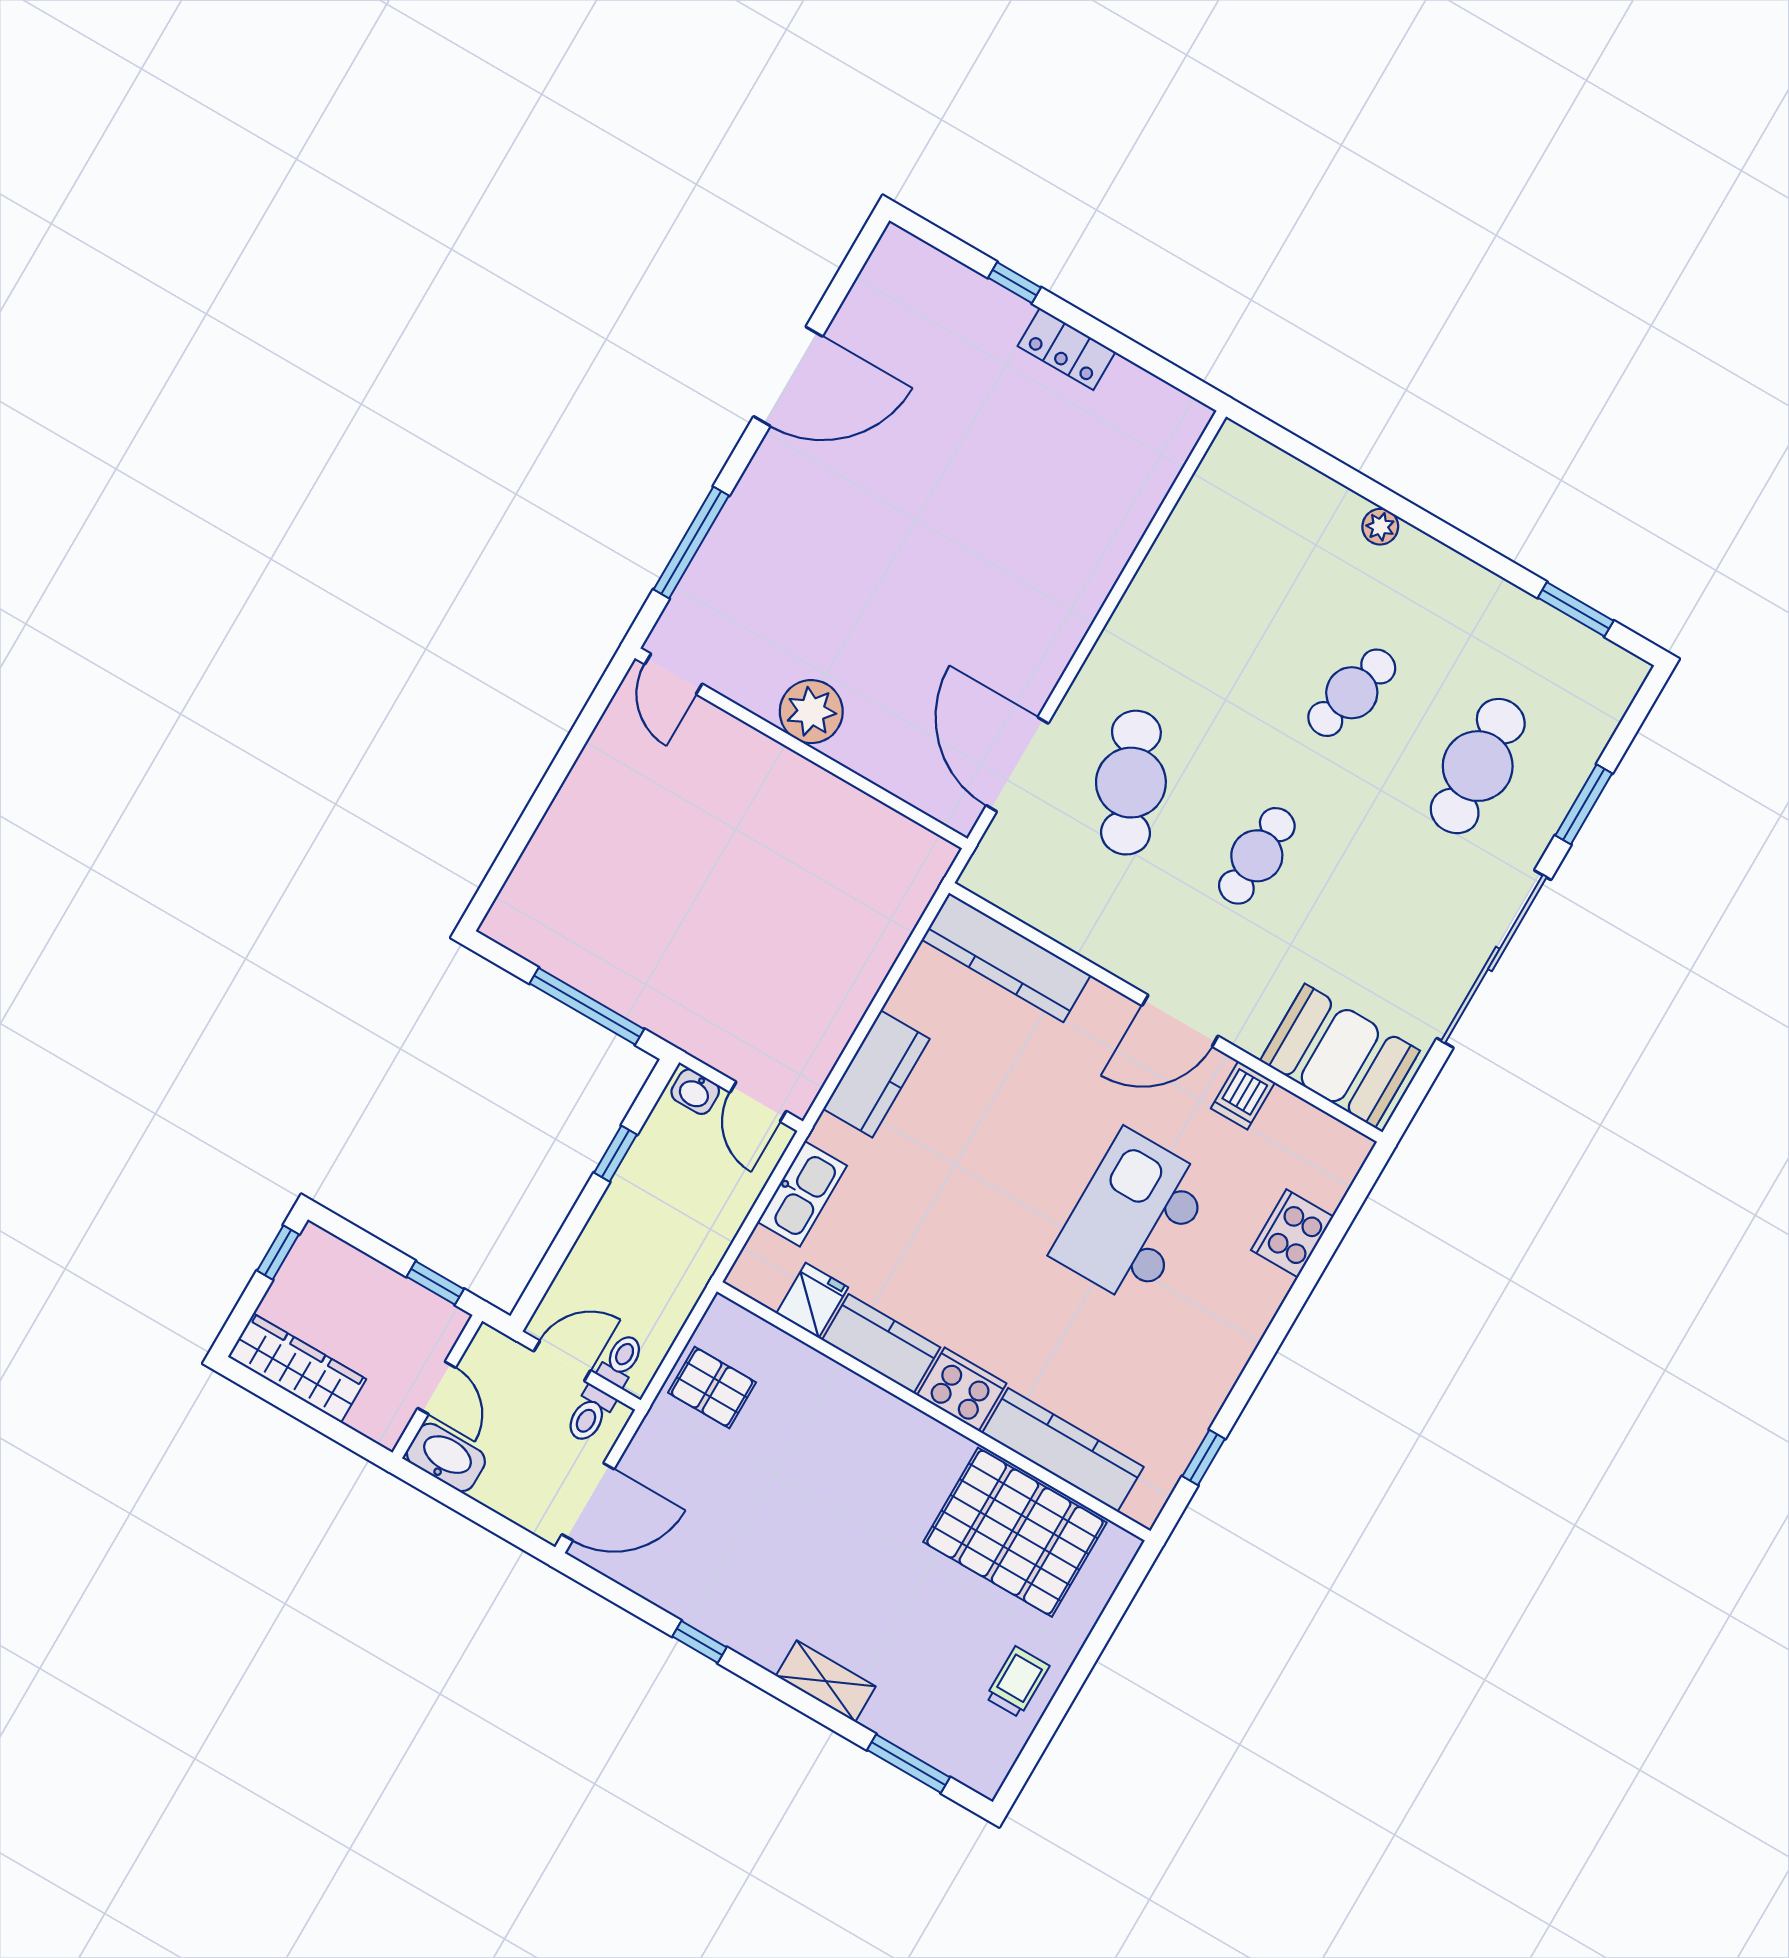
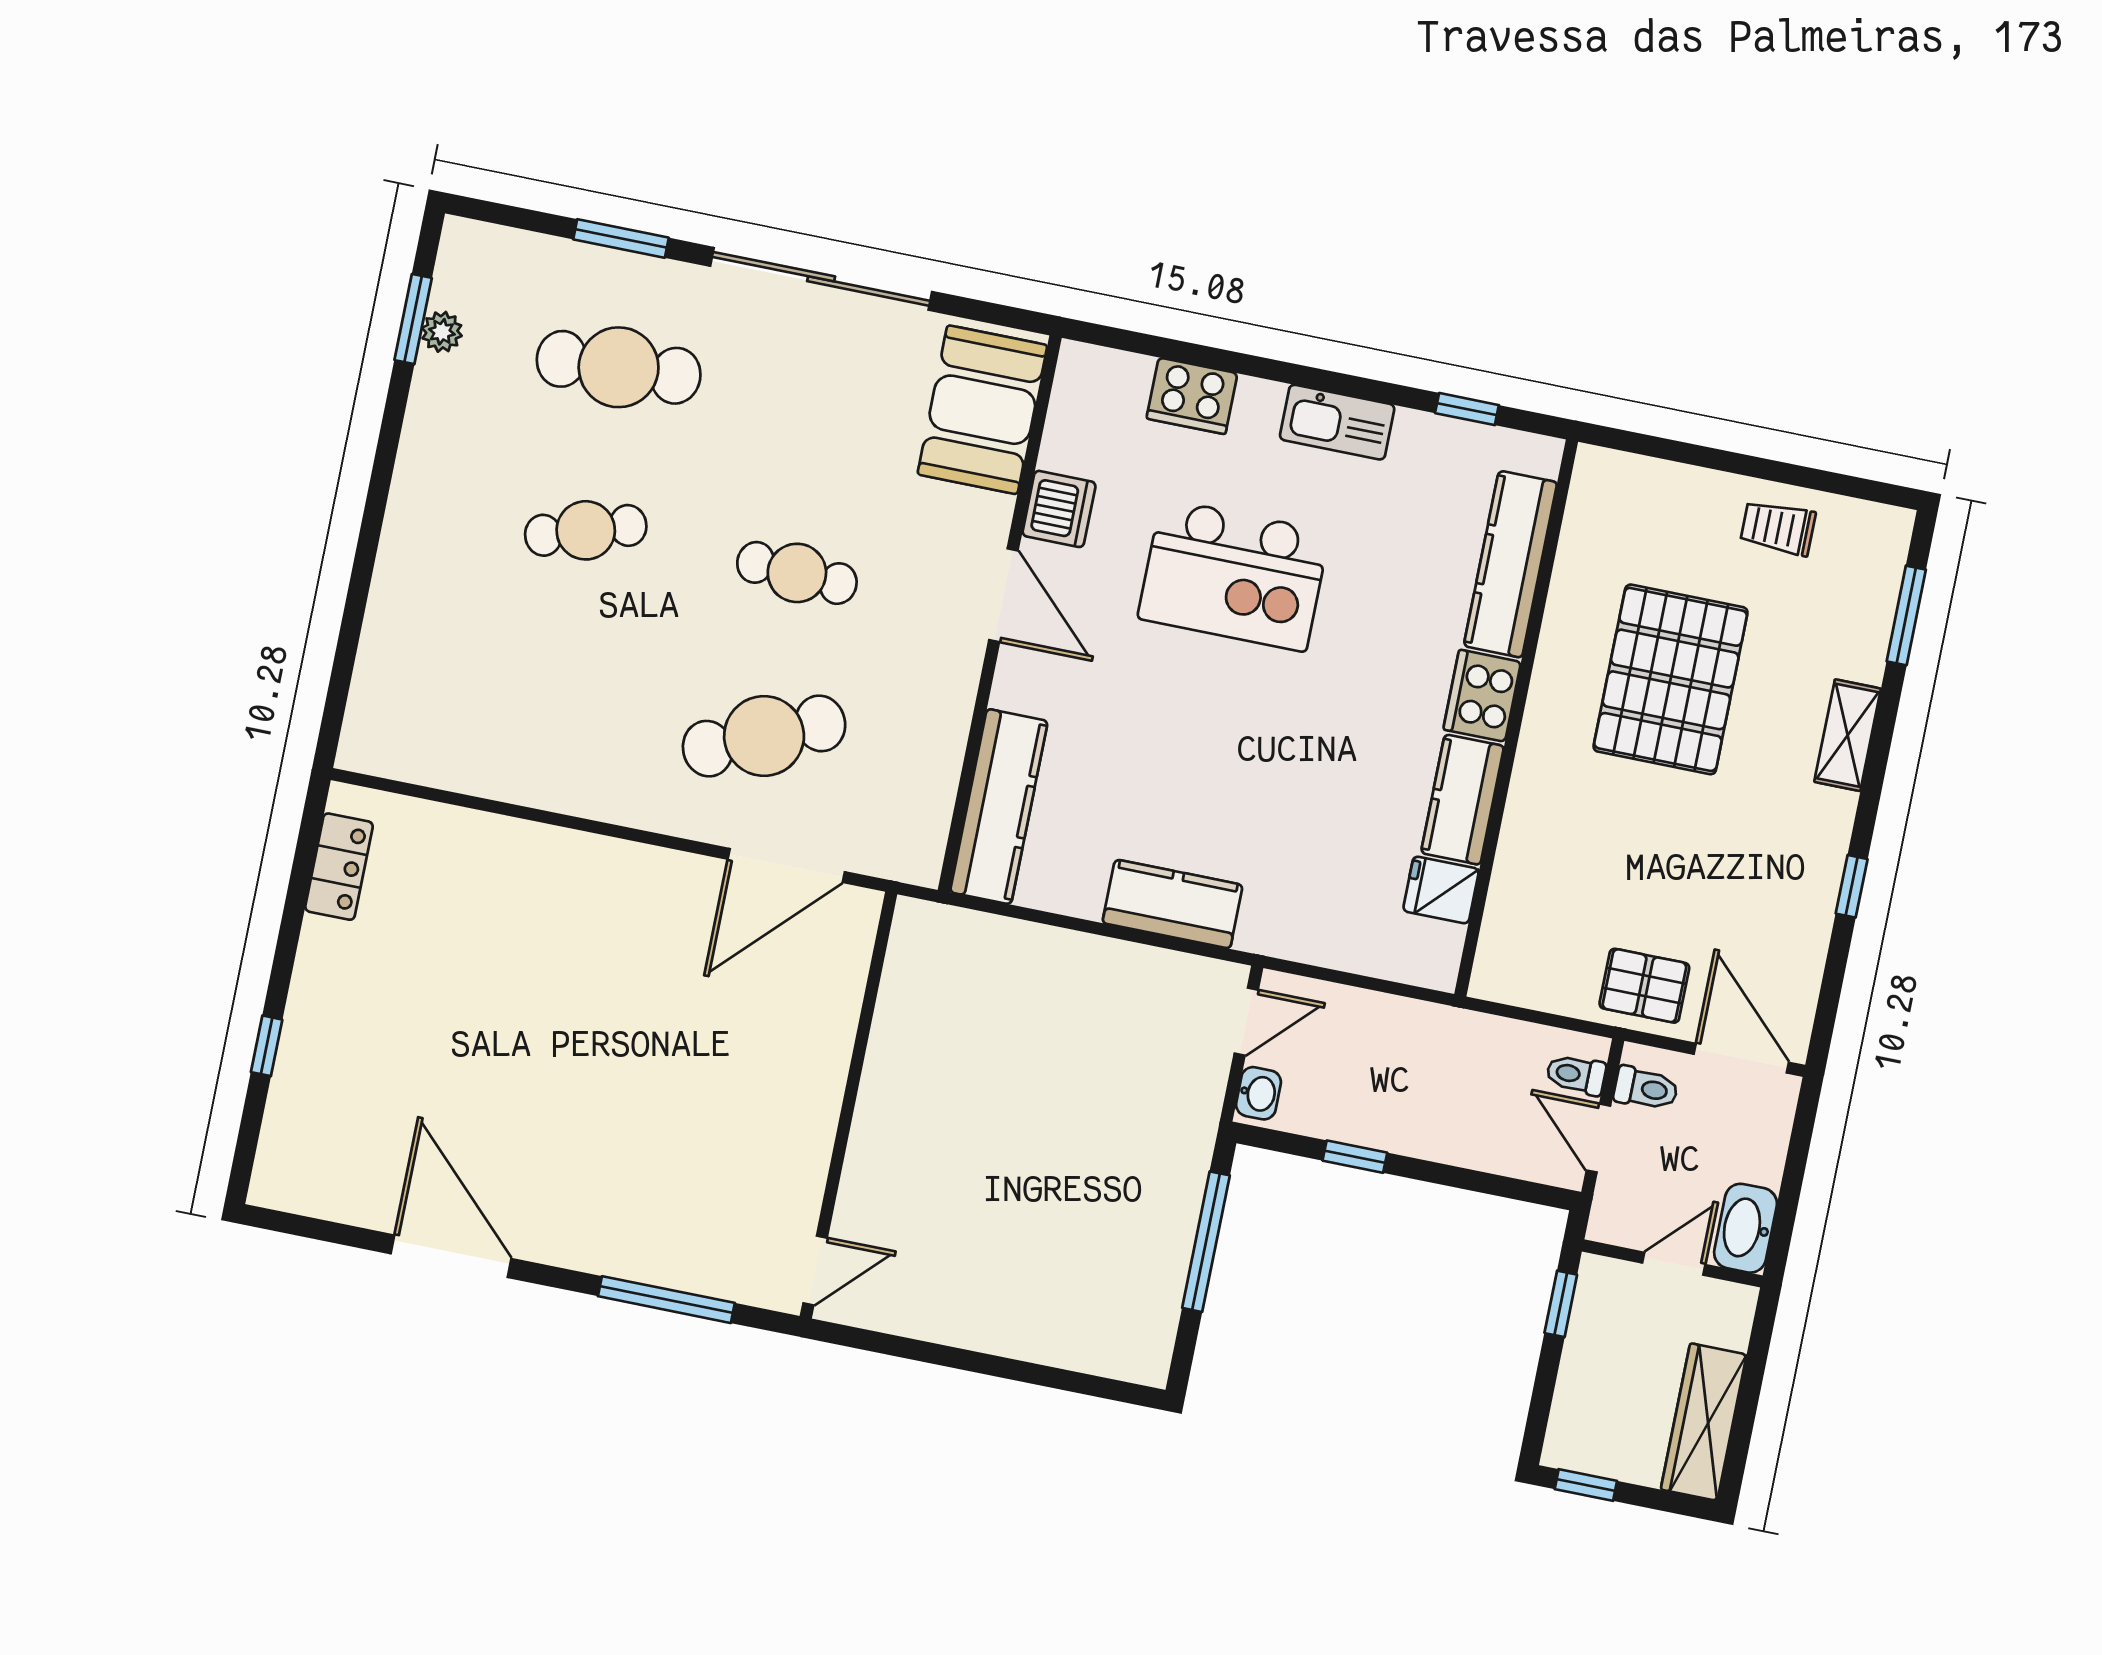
locker: (1067, 349) -> (339, 867), moved
plant: (1380, 527) -> (442, 332), moved
cafe table: (1352, 693) -> (586, 530), turned -33
plant: (811, 712) -> (805, 1108), removed
dishwasher: (1243, 1095) -> (1059, 509), width x1.38
kitchen sink: (802, 1194) -> (1337, 422), moved, turned 180
pallet: (712, 1388) -> (1644, 986), moved, turned 90
pallet: (1015, 1532) -> (1671, 679), moved

